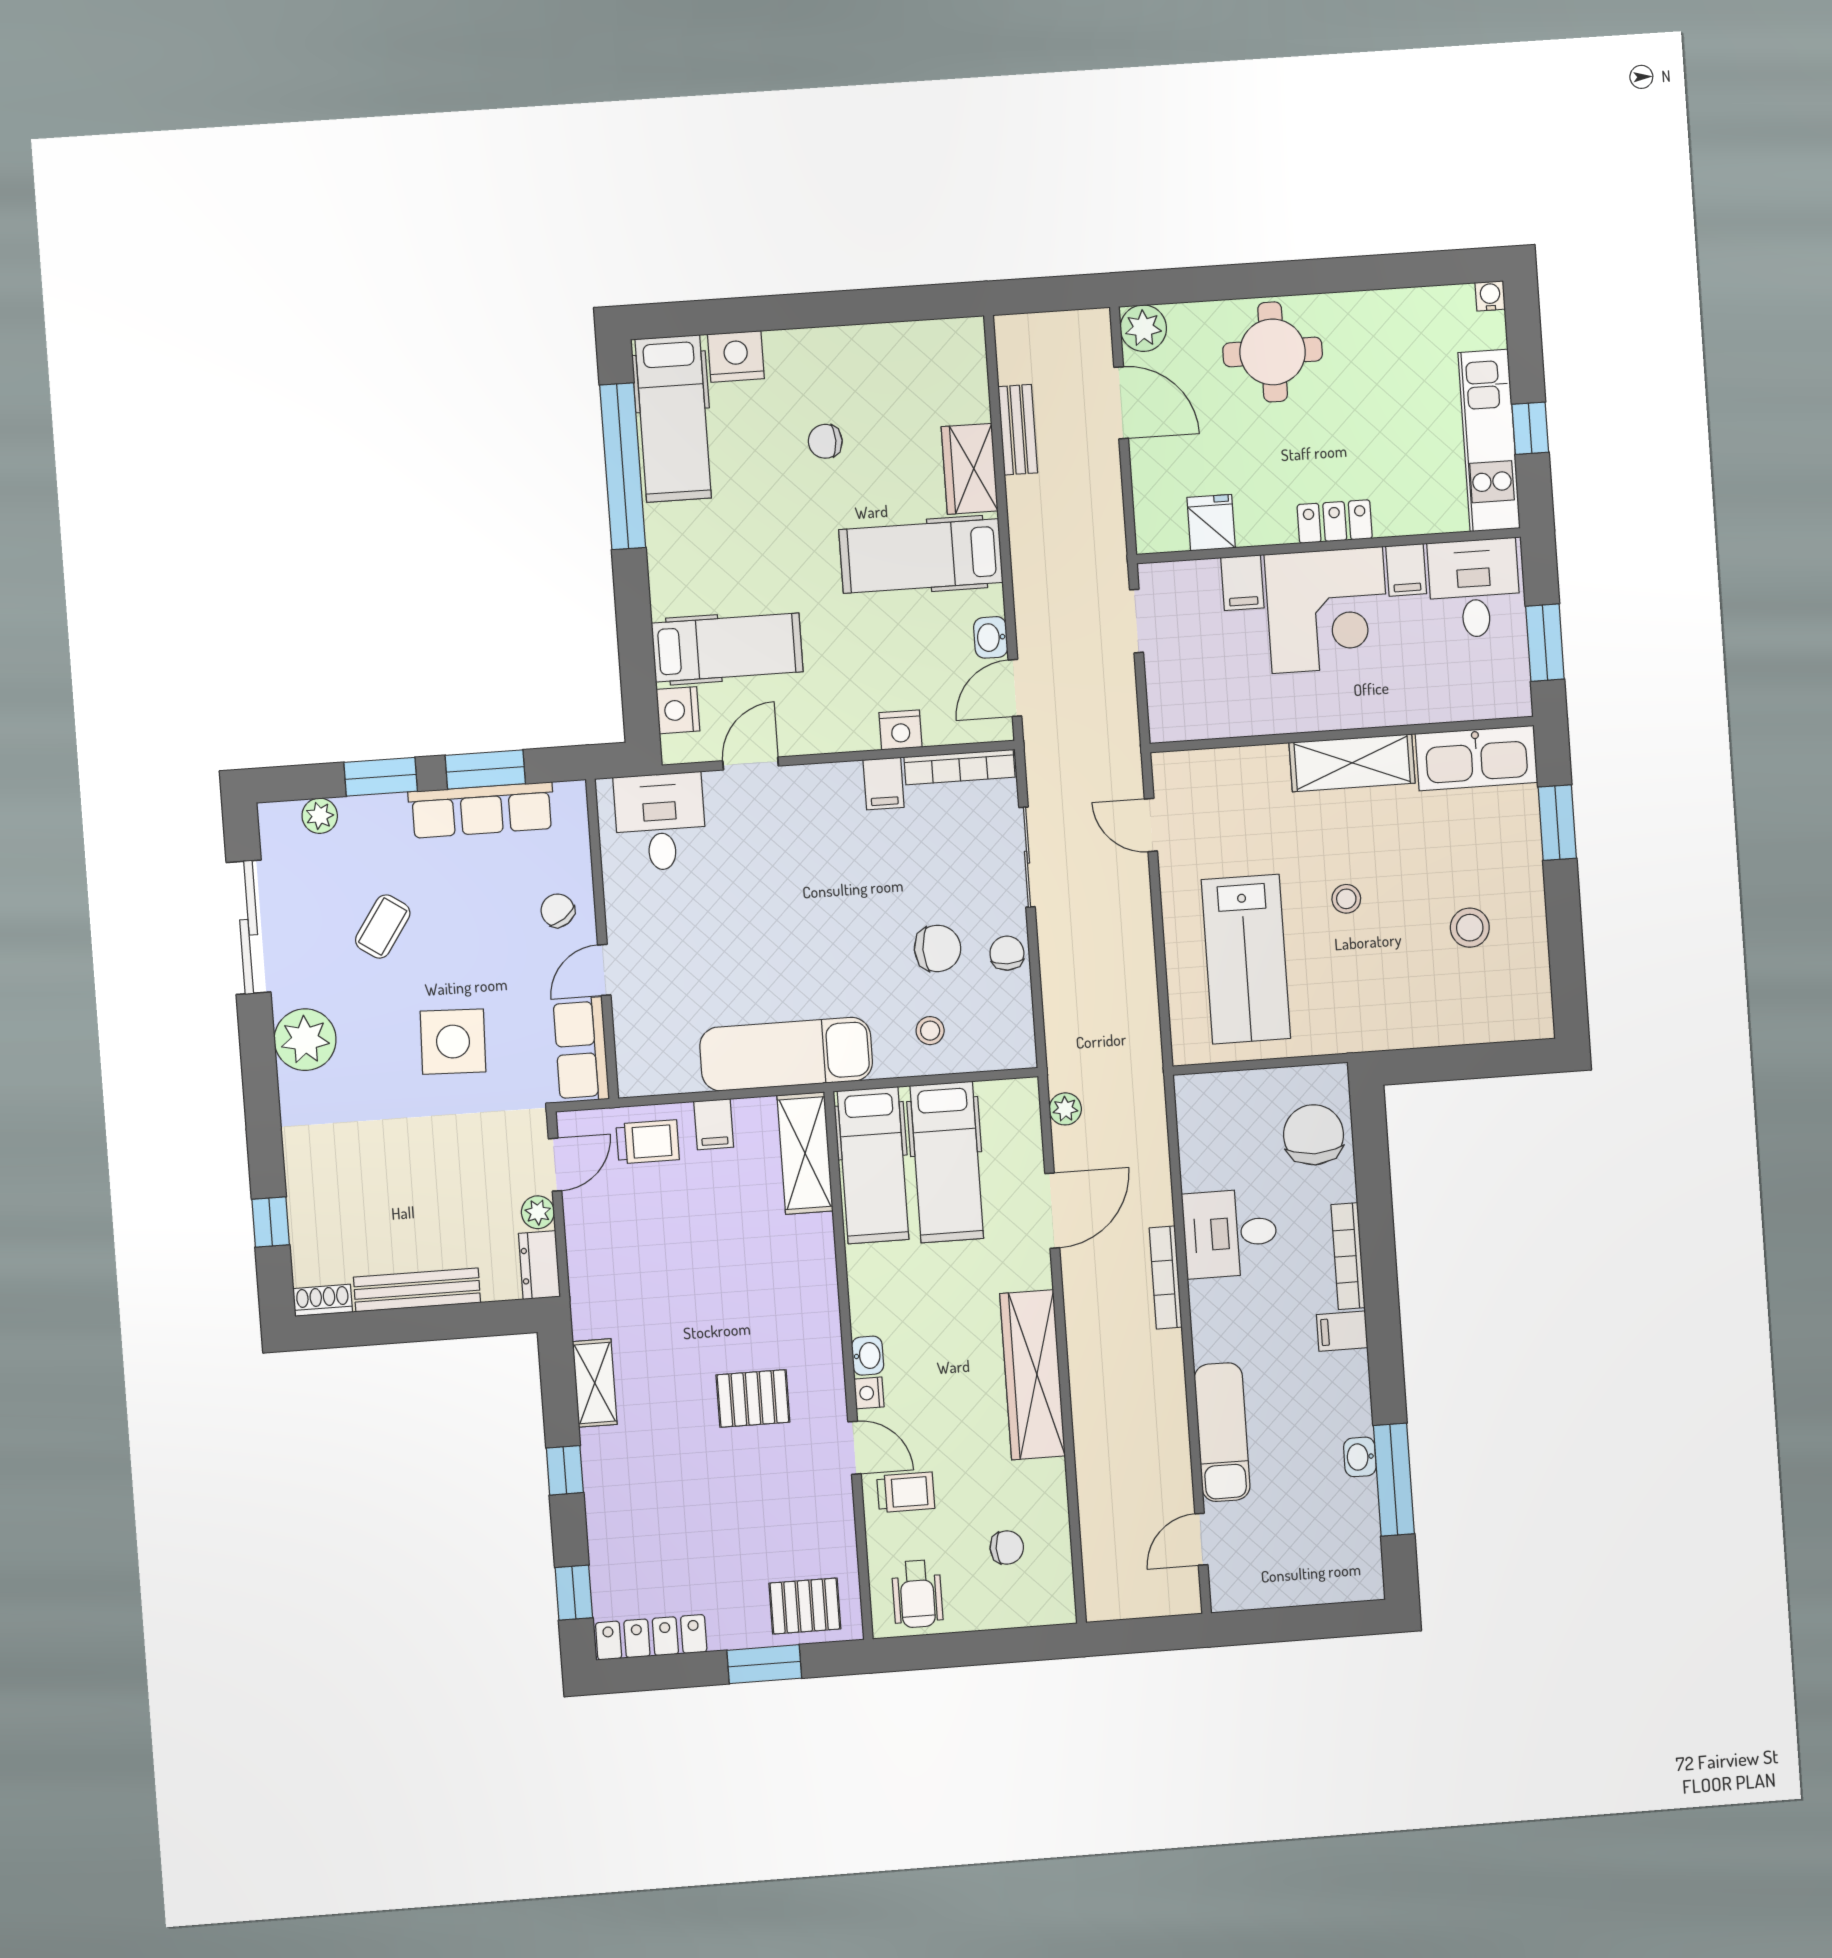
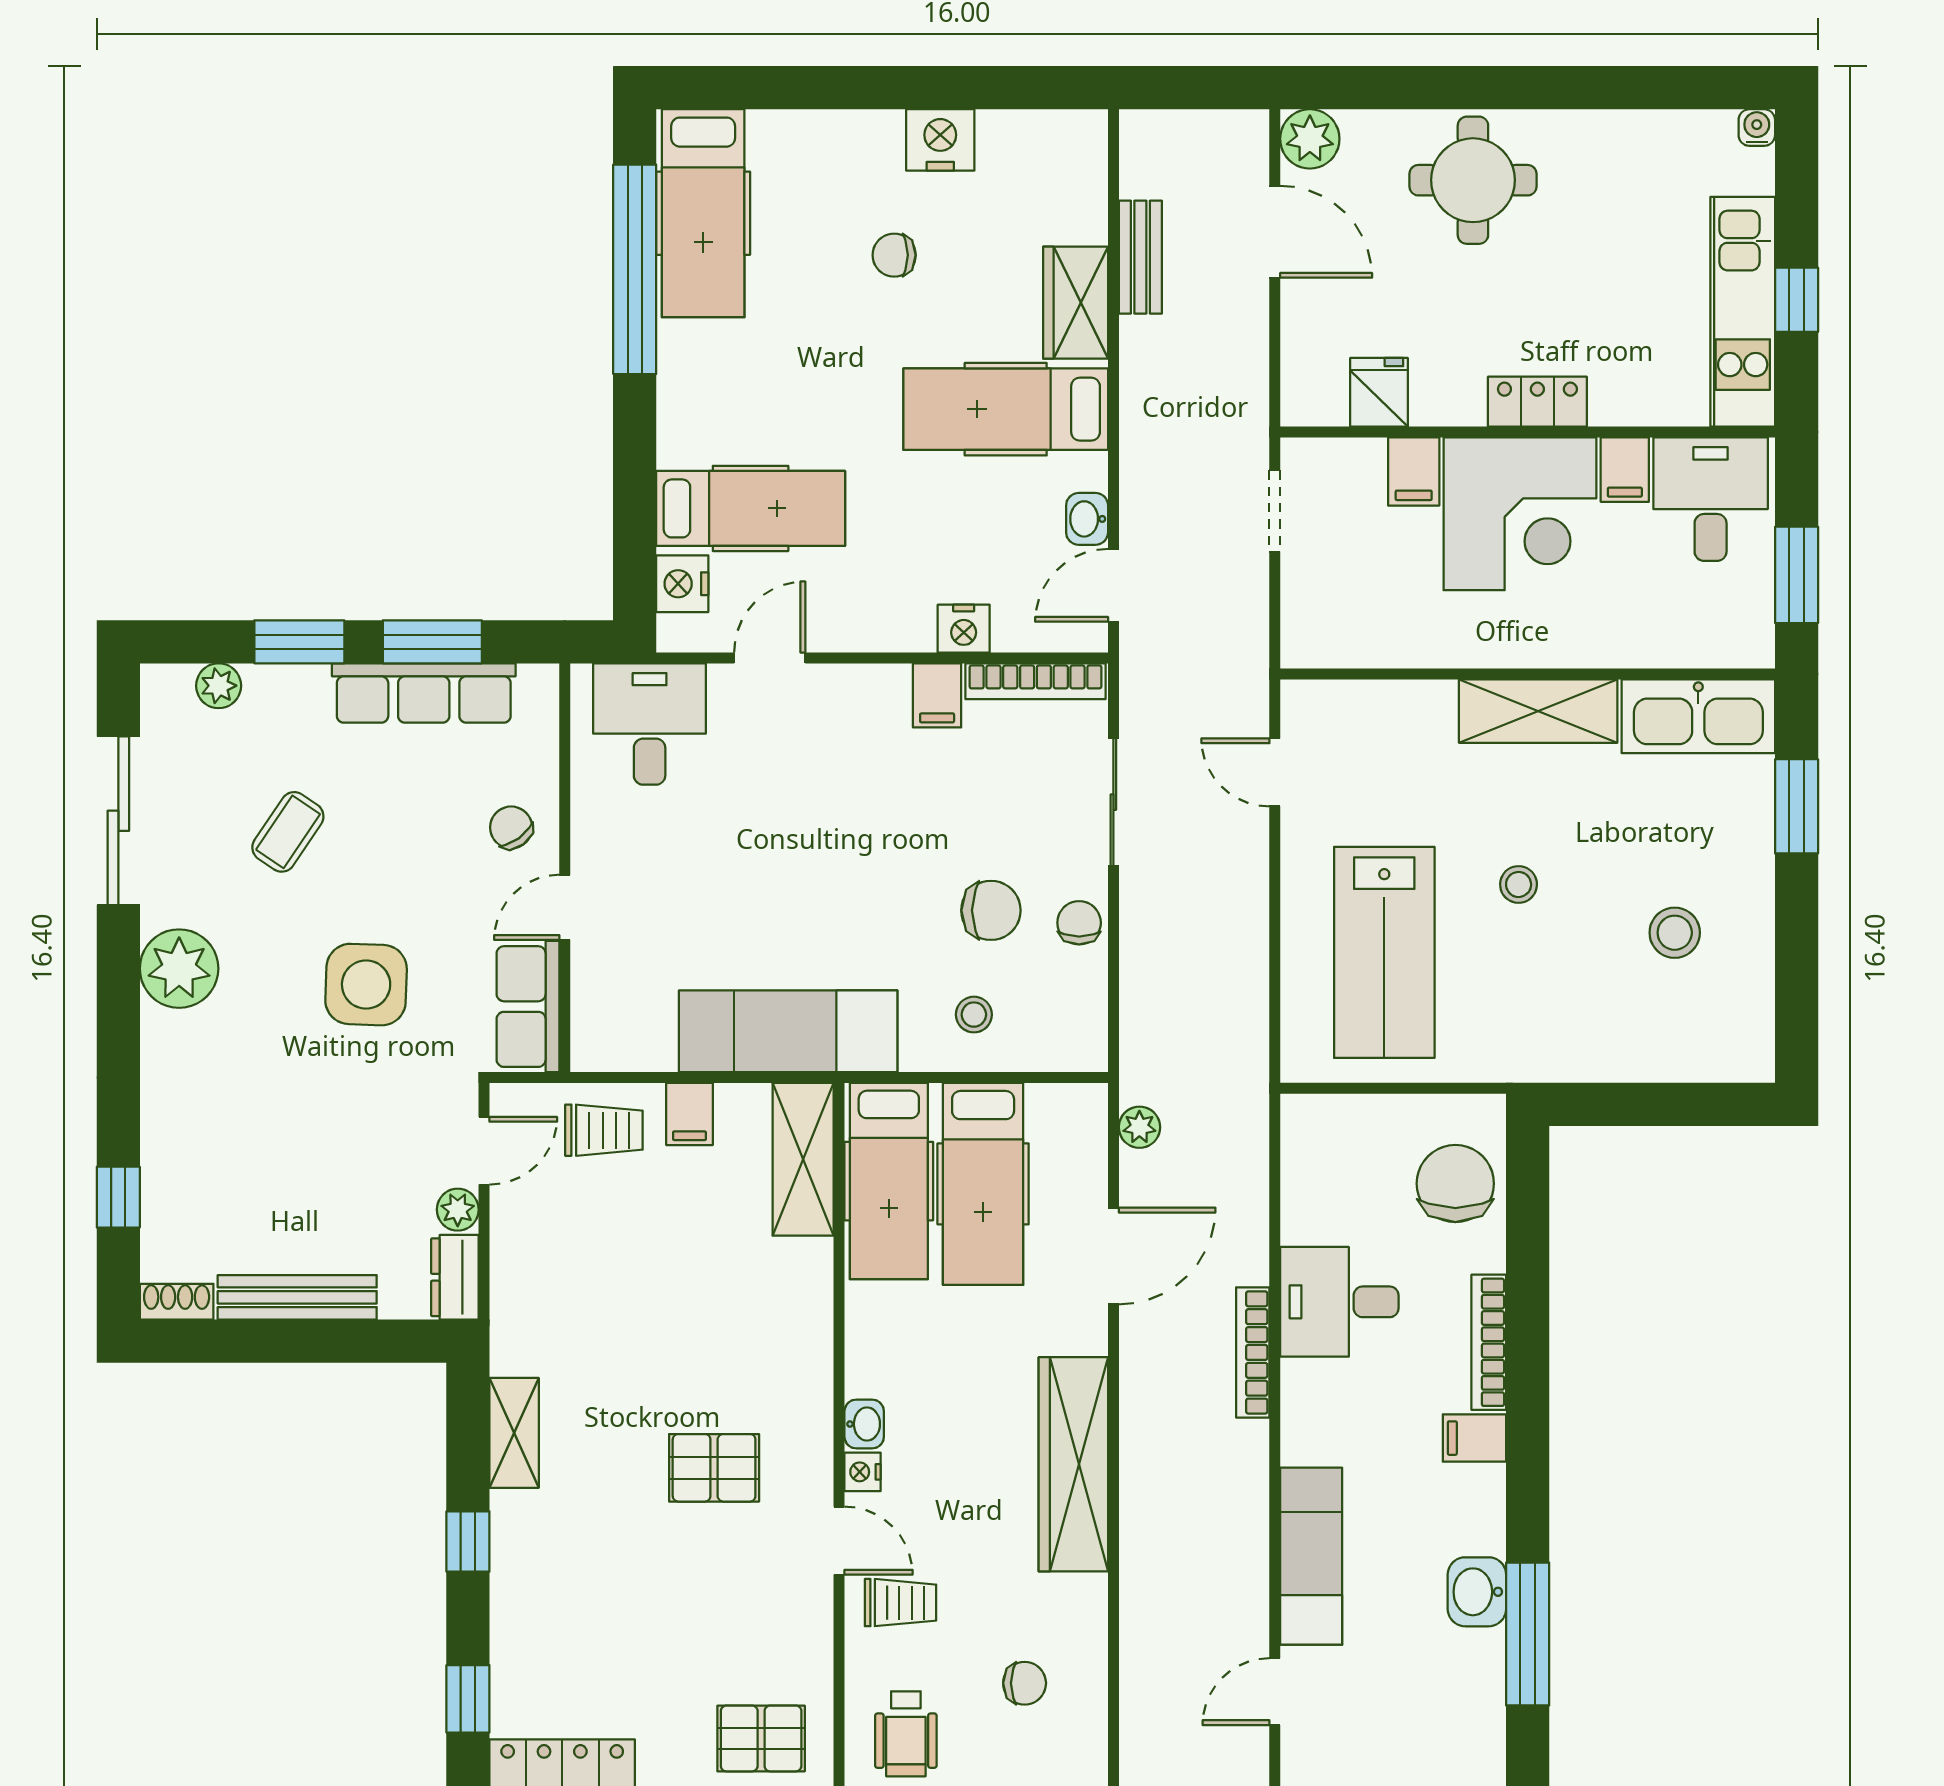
nightstand: (736, 356) -> (940, 140), moved
washbasin: (1360, 1457) -> (1477, 1592), width x1.38, depth x1.45

